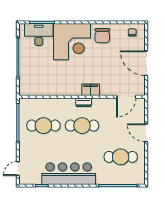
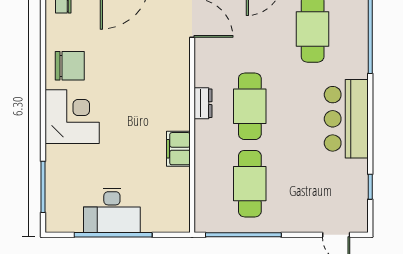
desk: (39, 34) -> (112, 210), moved, turned -90
corner desk: (72, 42) -> (72, 117), width x0.74, depth x0.74
filing cabinet: (91, 90) -> (178, 149), moved
bar counter: (69, 174) -> (346, 119), width x0.73

